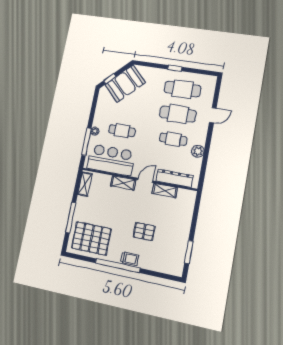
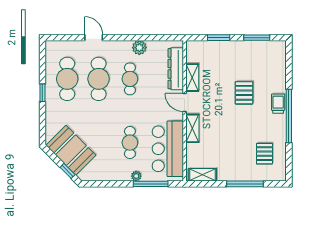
window: (195, 219) -> (219, 38), added
pallet: (91, 238) -> (264, 154), width x0.49, depth x0.50

